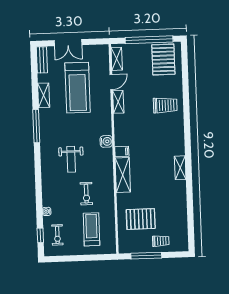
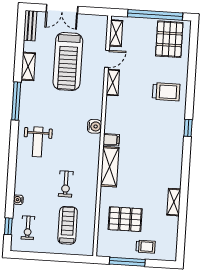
window: (187, 135) -> (188, 128), added
weight bench: (71, 159) -> (38, 142), moved
shelving: (180, 168) -> (174, 202), moved

